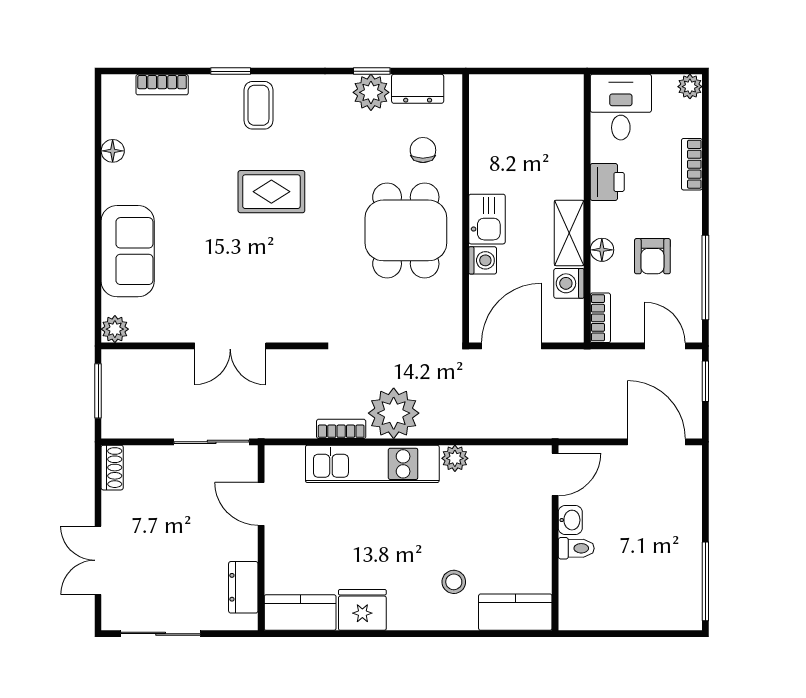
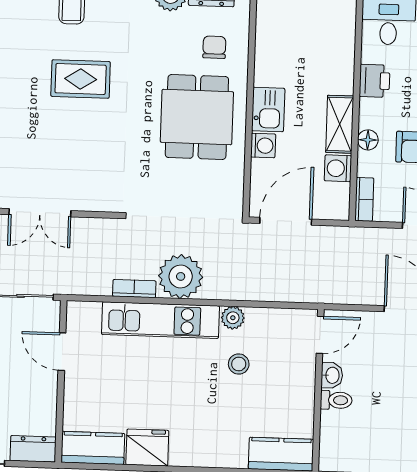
stool: (454, 582) -> (239, 364), moved
dresser: (243, 587) -> (33, 449), moved, turned 90

